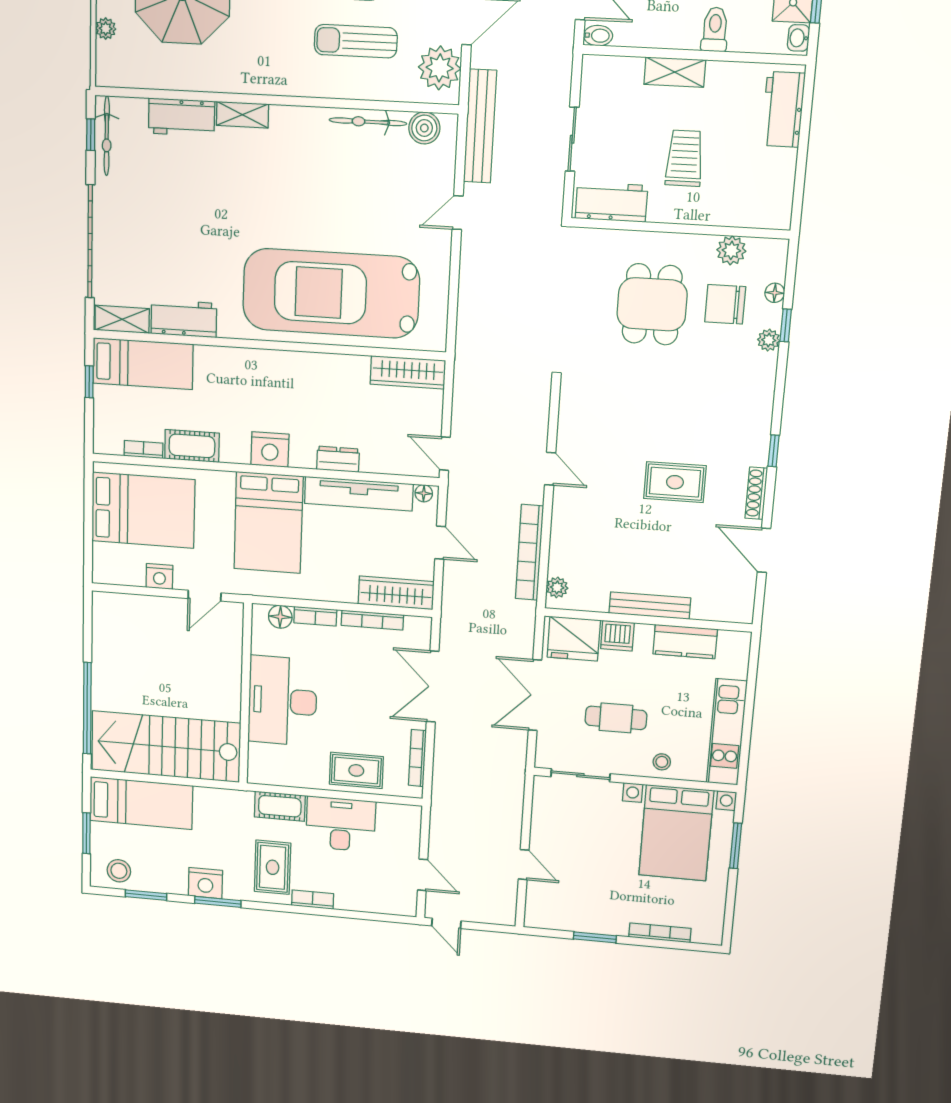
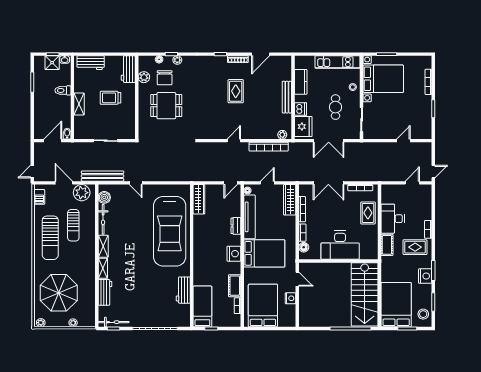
workbench: (611, 202) -> (128, 69), moved
shelving: (122, 319) -> (103, 246), moved
bed: (141, 803) -> (396, 305), width x1.50

